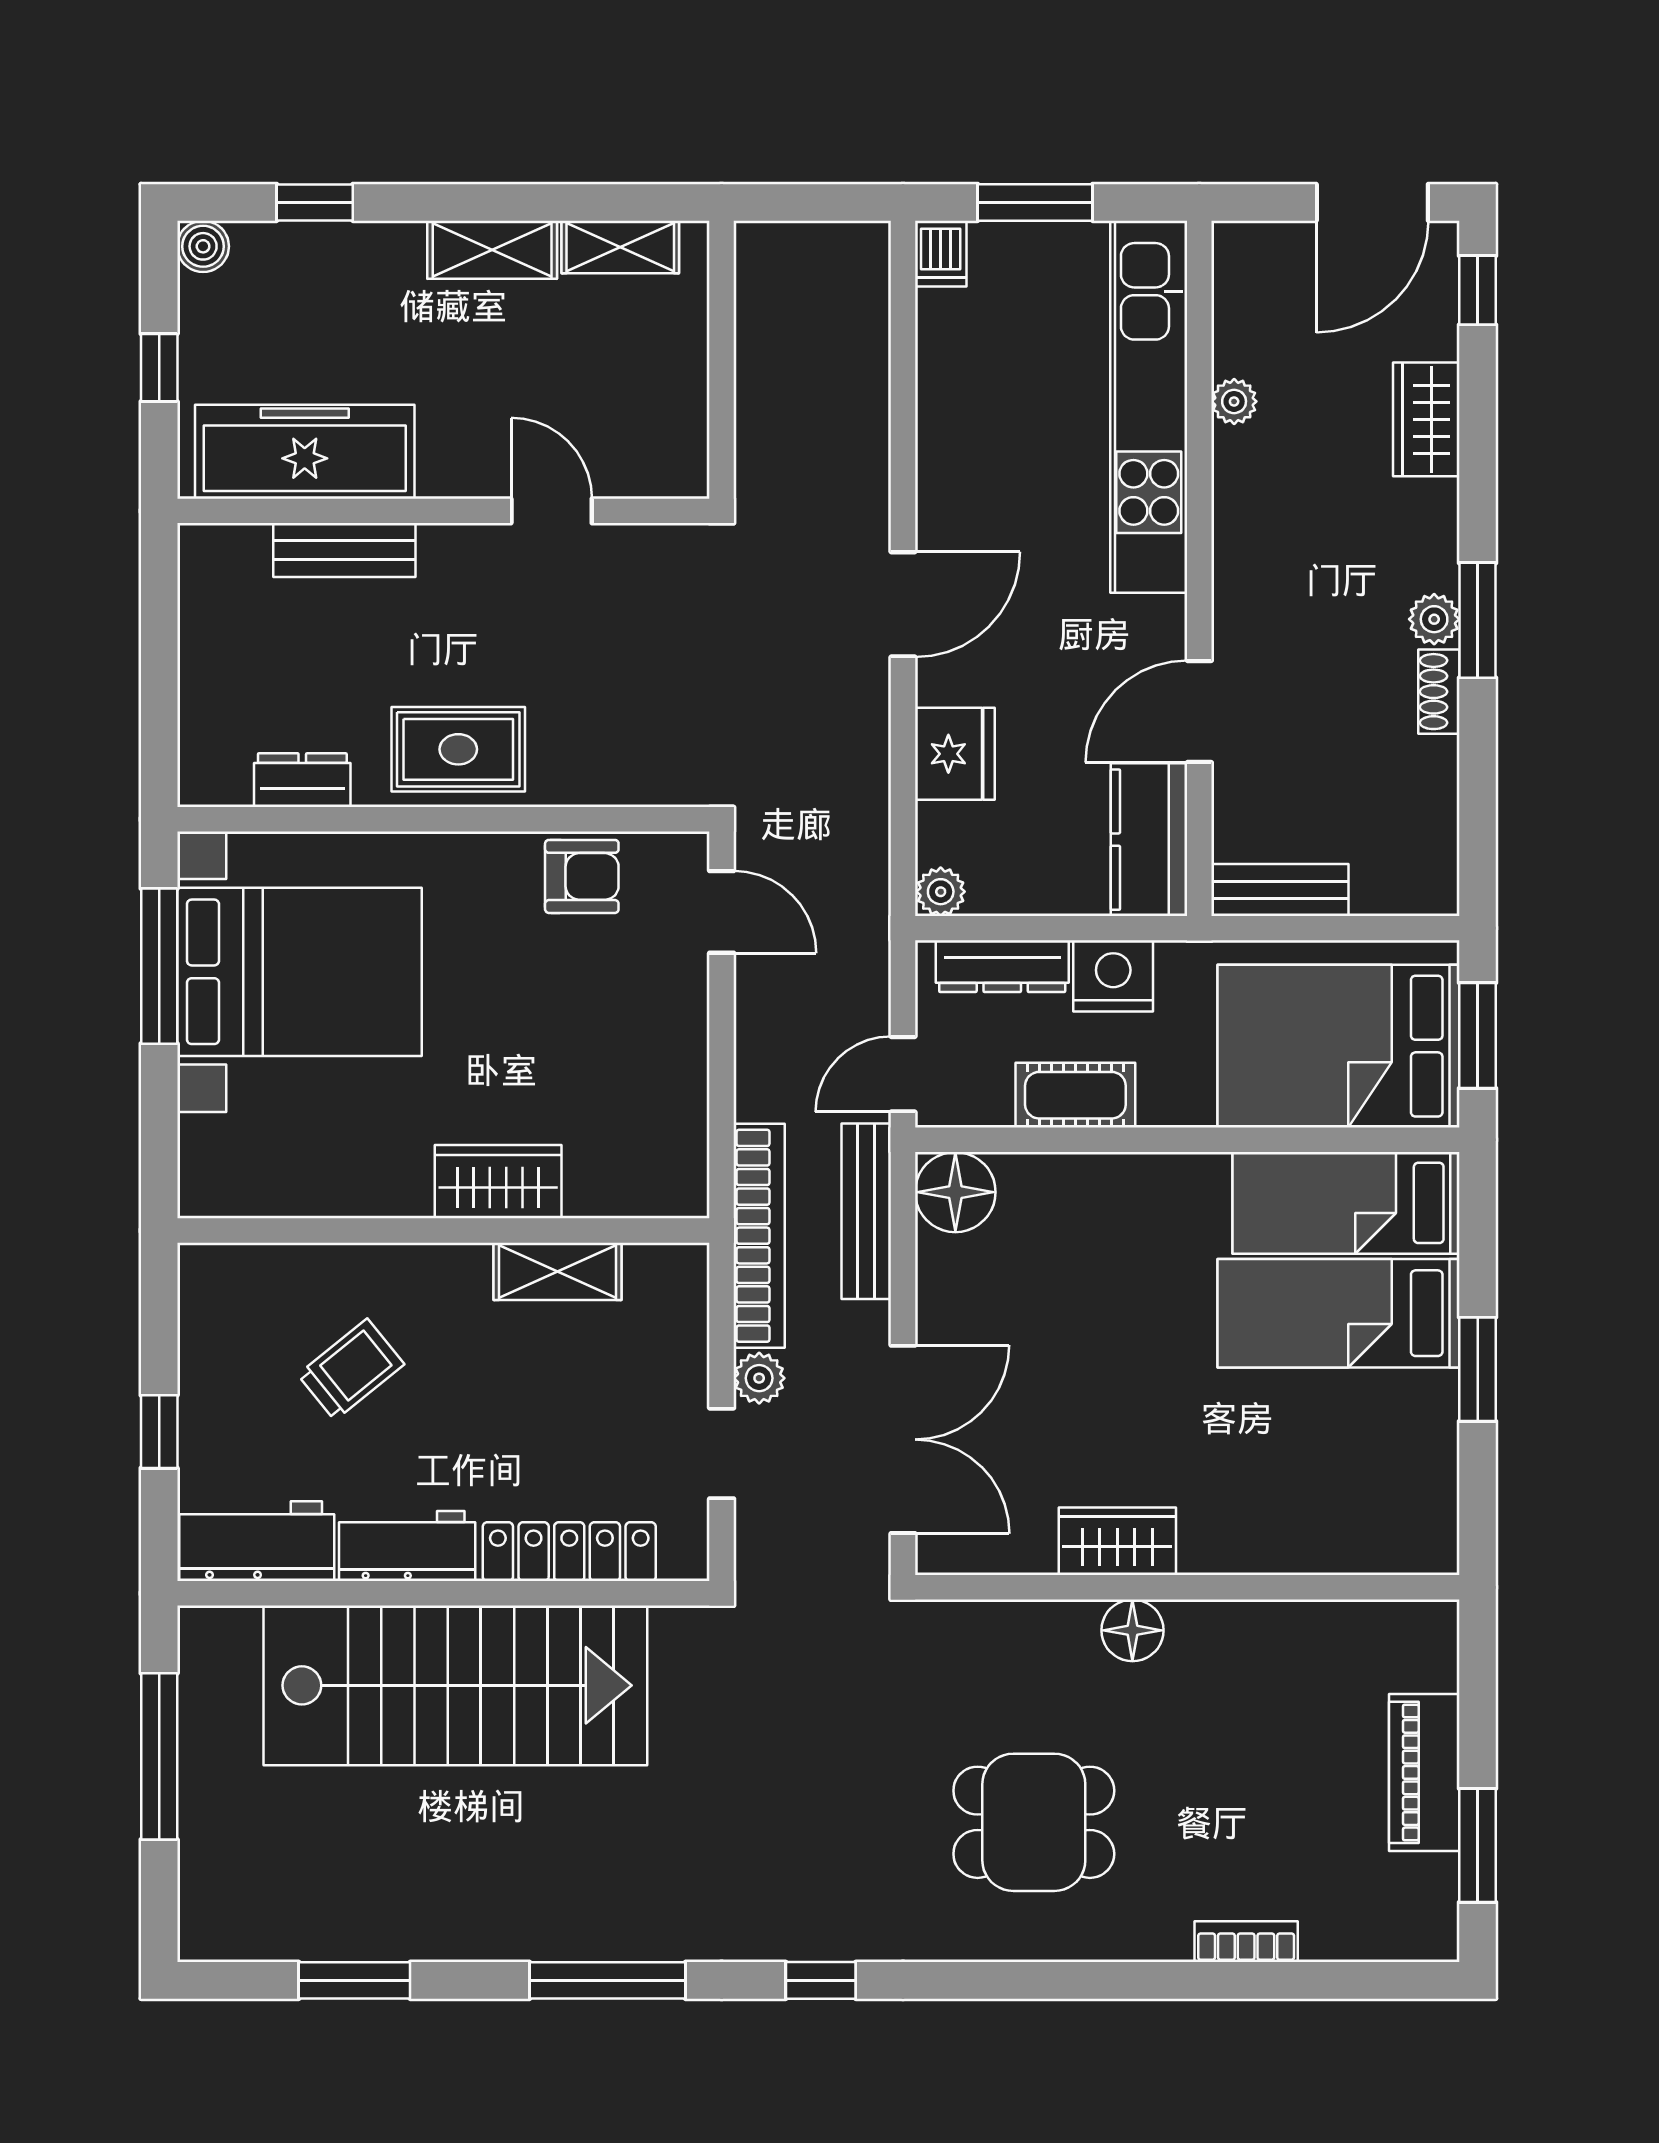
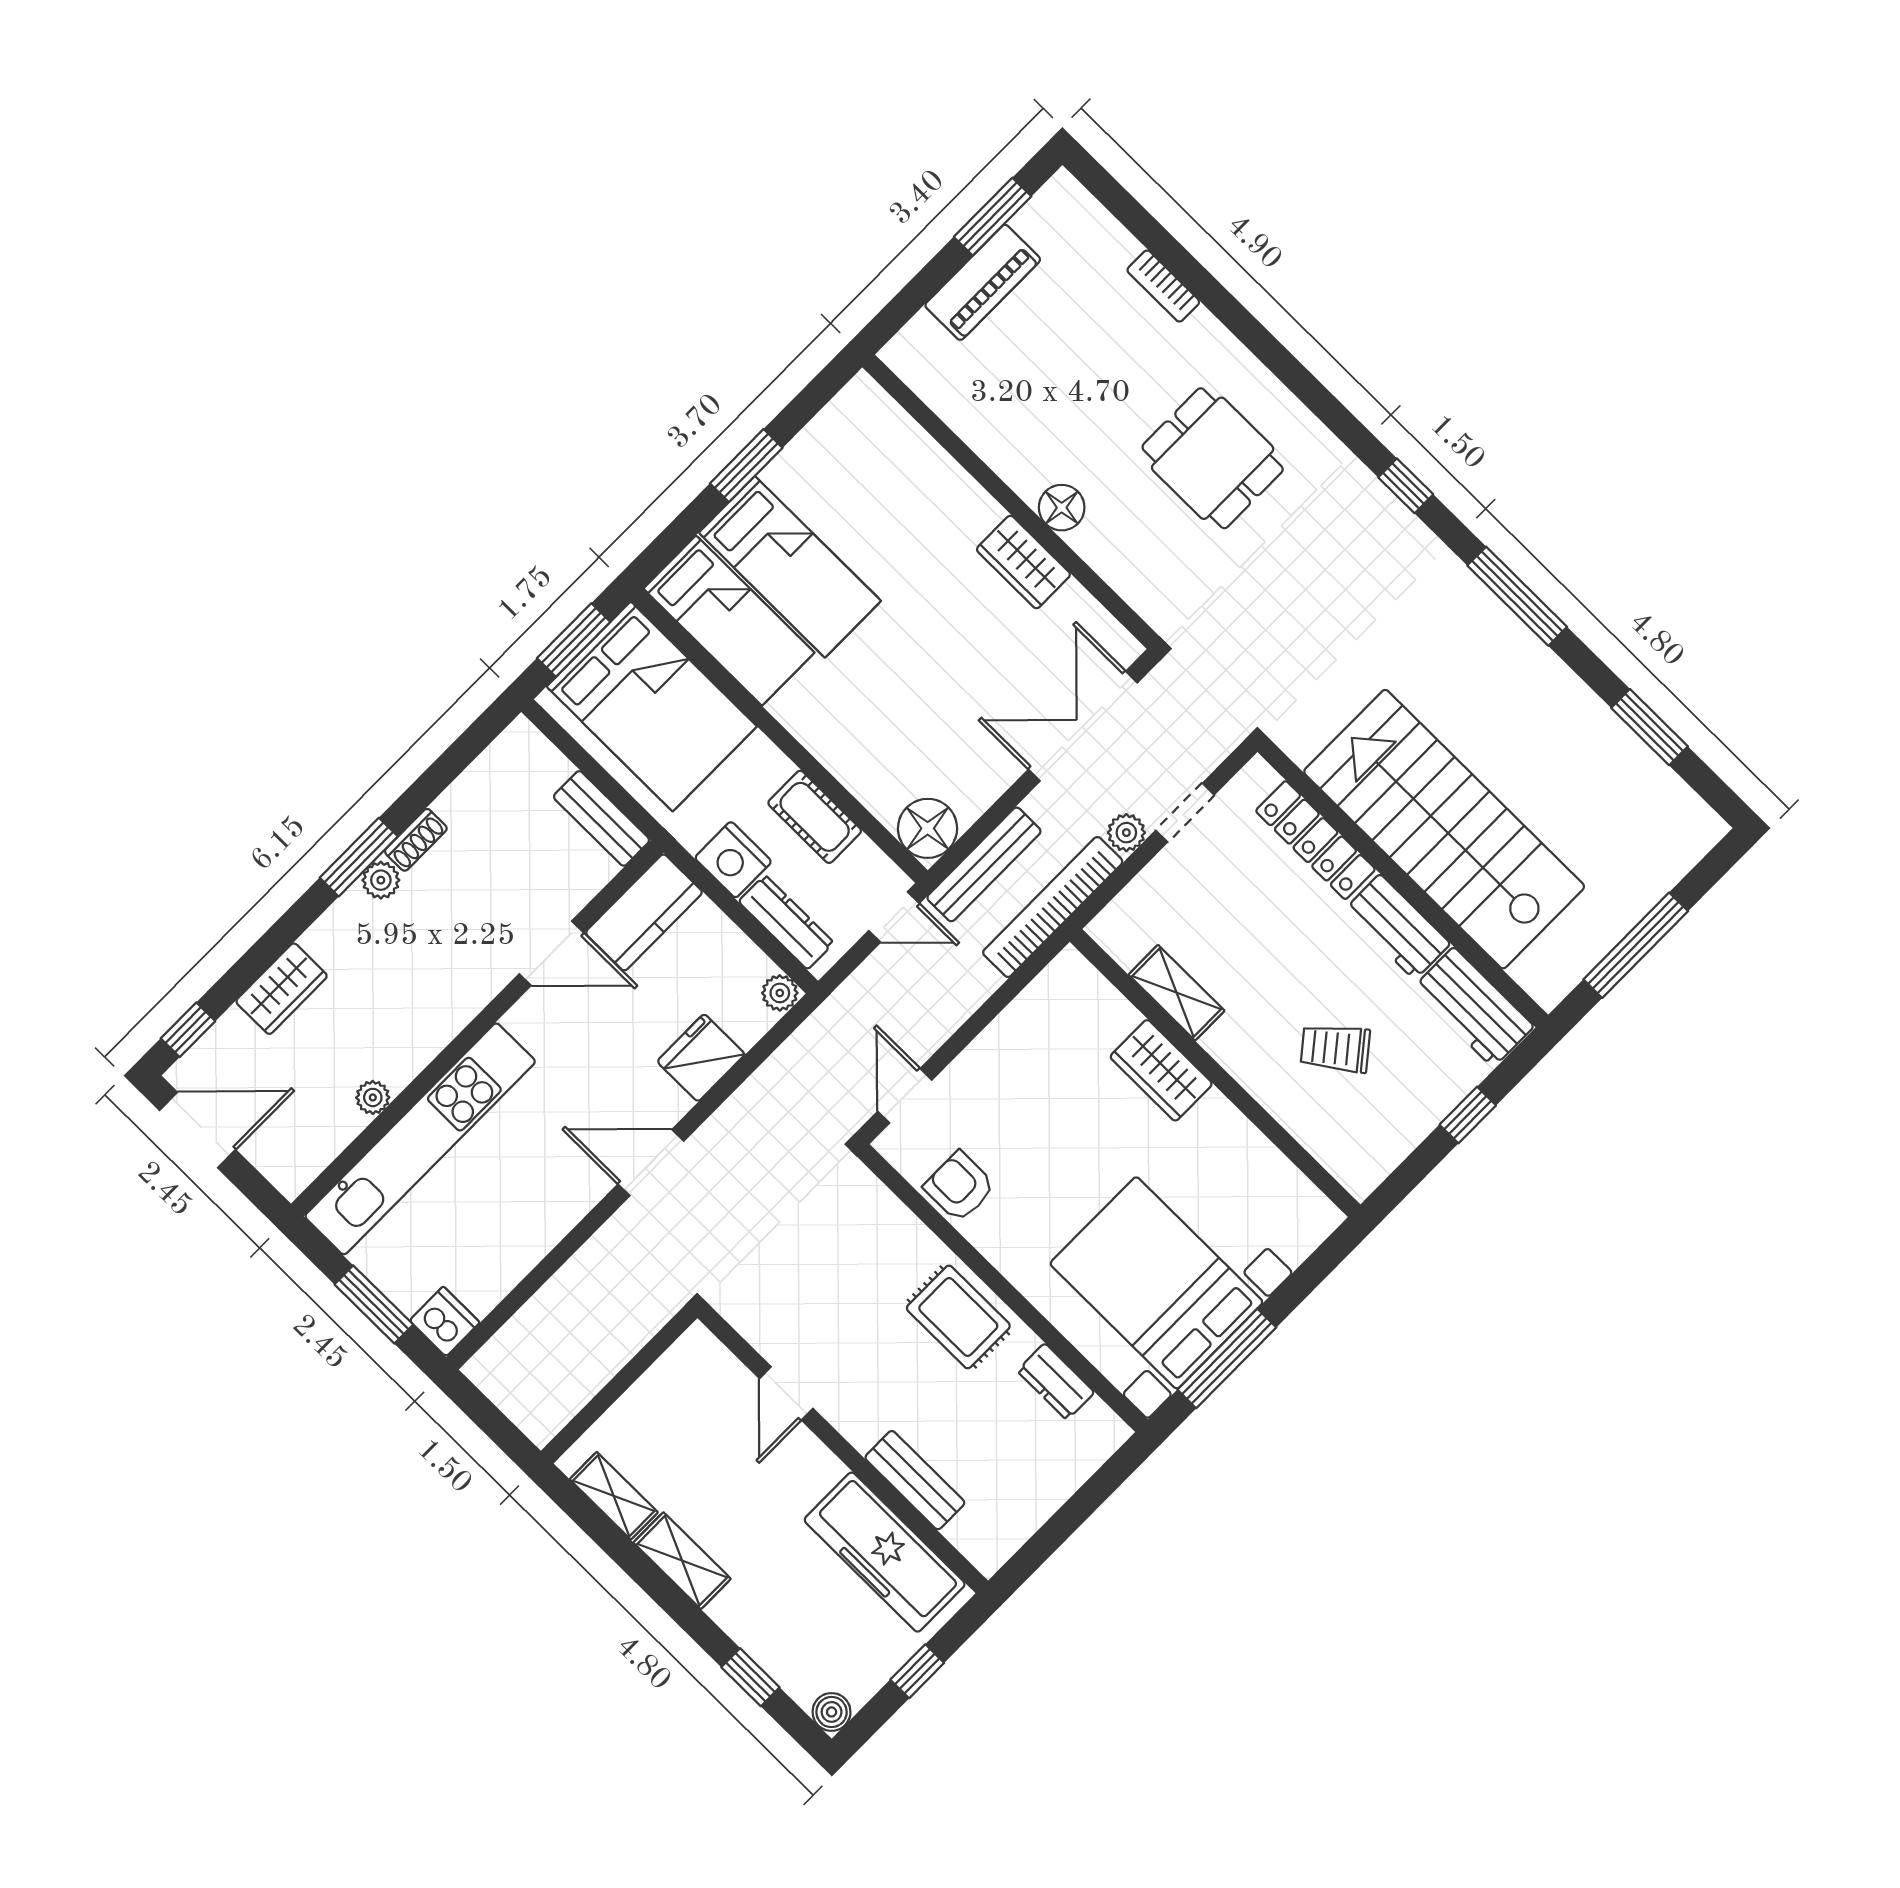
dishwasher: (941, 254) -> (445, 1322), width x1.38

